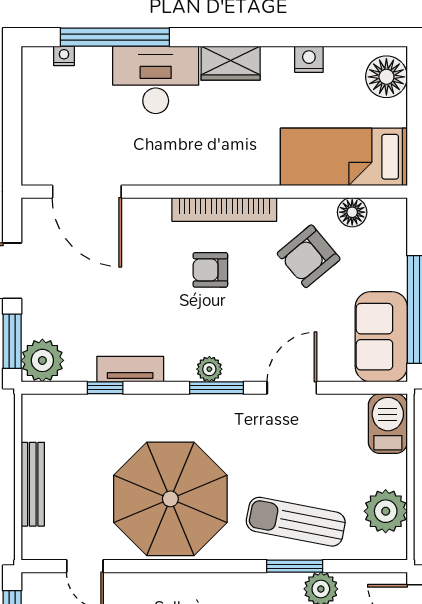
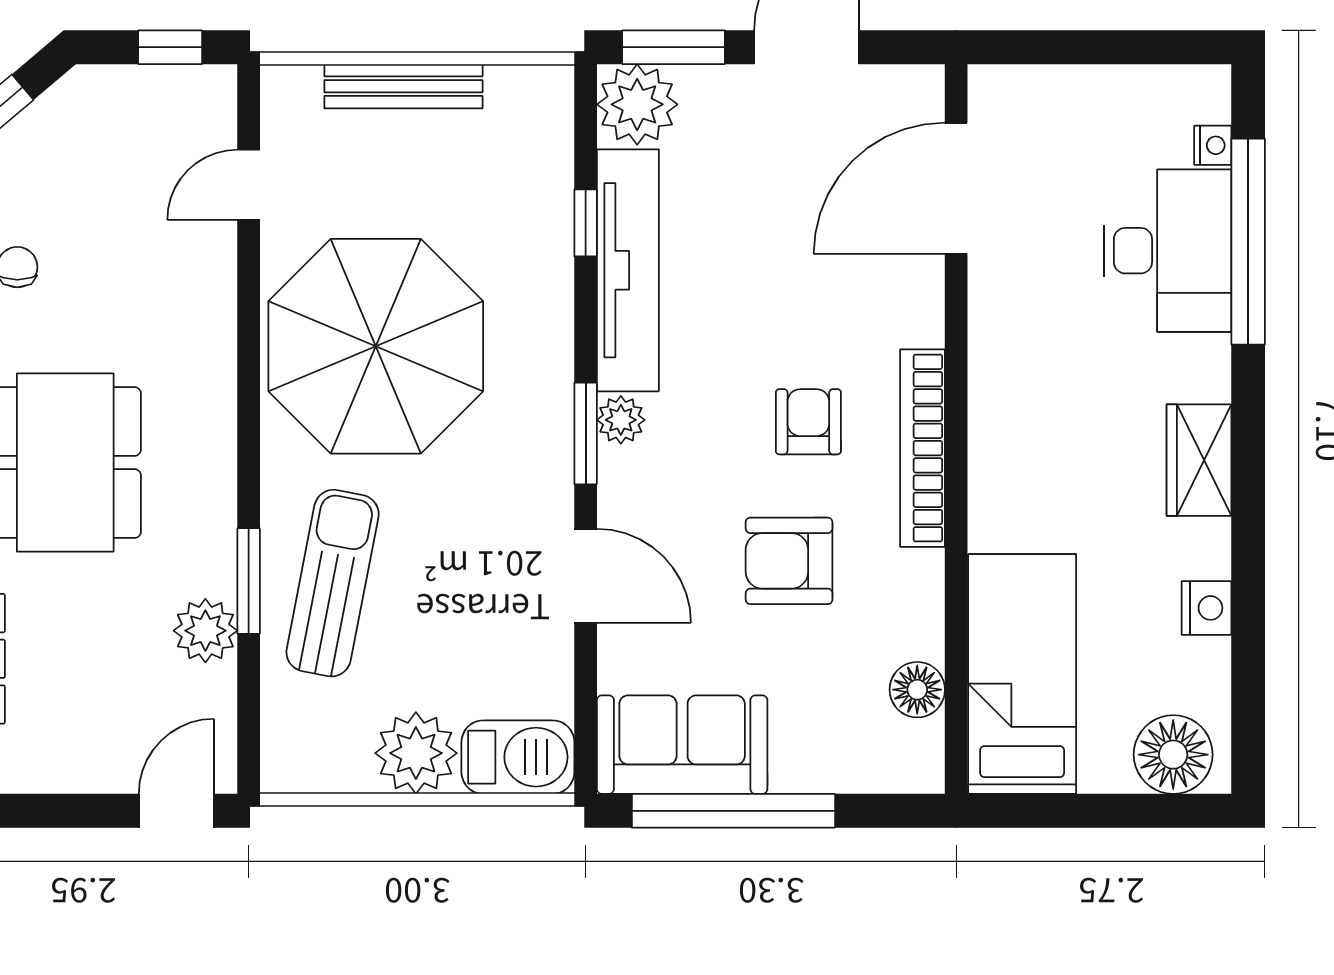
desk: (156, 80) -> (1167, 251), moved
armchair: (309, 256) -> (789, 561), moved, turned -50
tv unit: (130, 369) -> (628, 270), width x1.92, depth x1.29
plant: (386, 511) -> (416, 753), moved

